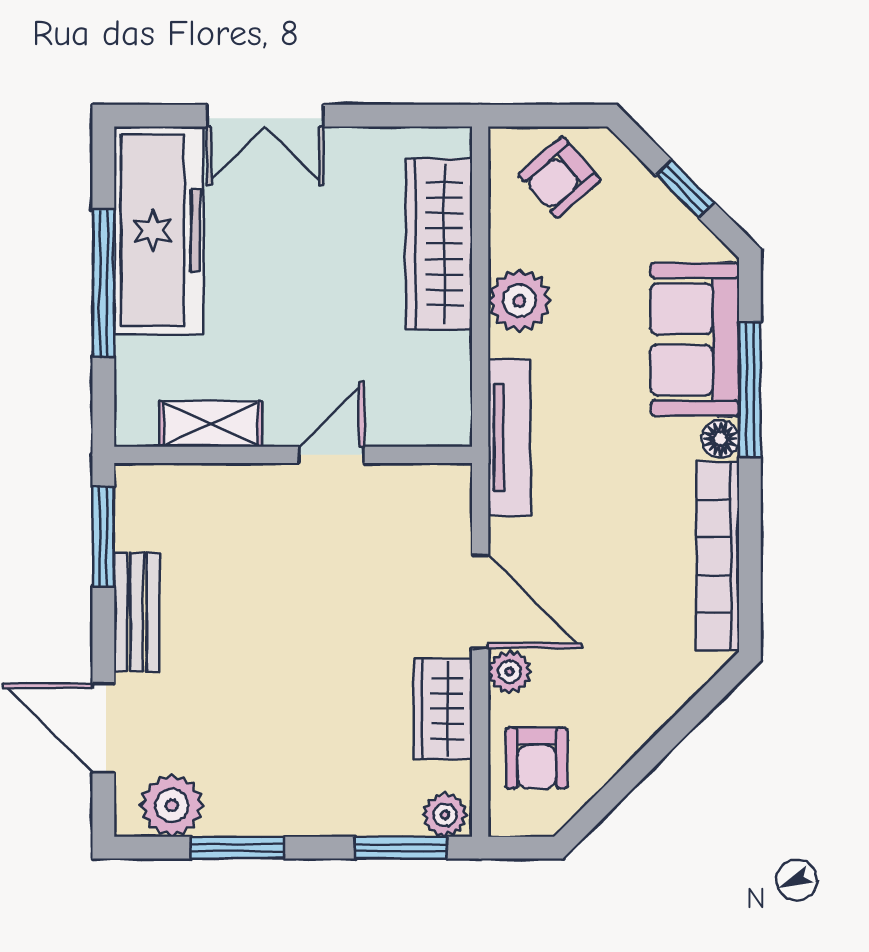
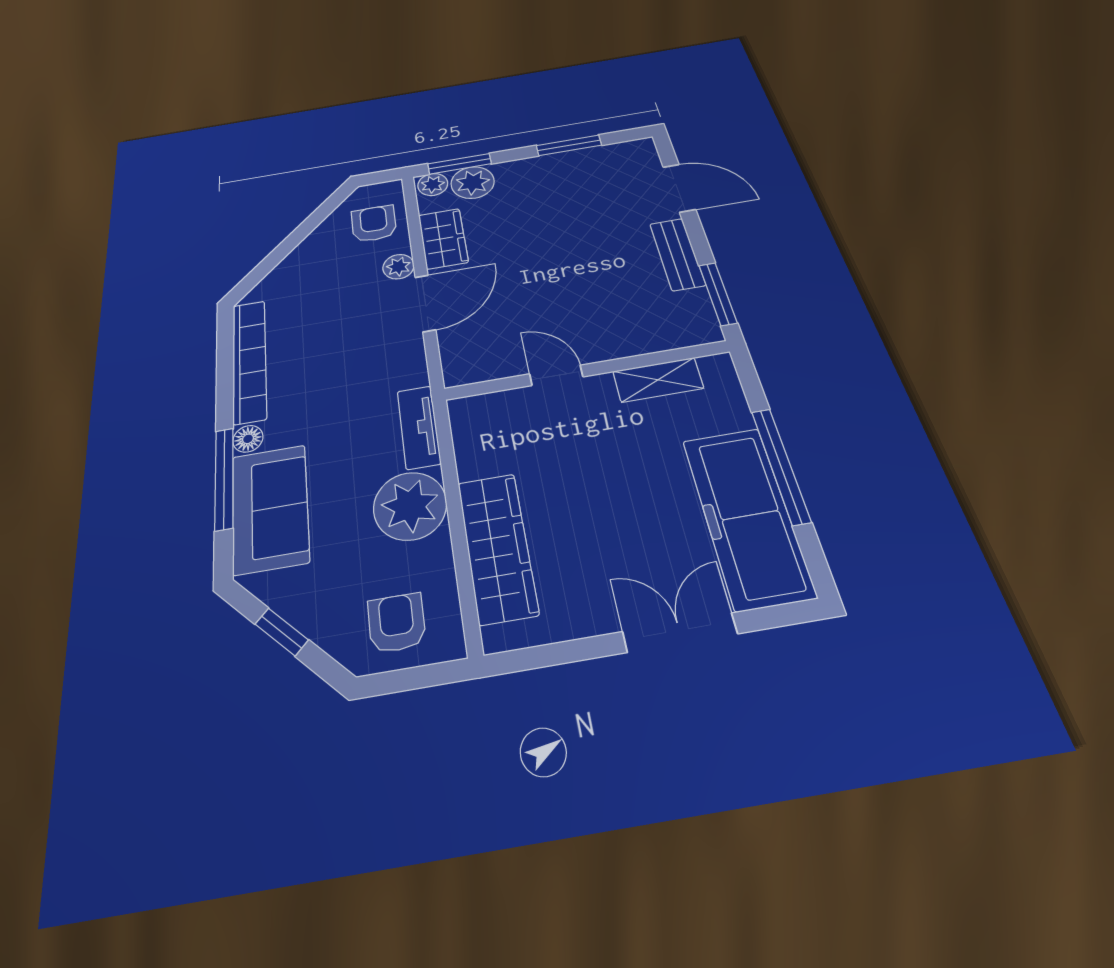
armchair: (560, 177) -> (397, 623), turned -49
plant: (519, 301) -> (410, 506), width x1.36, depth x1.36
tv unit: (509, 437) -> (419, 427), width x0.71
door: (331, 455) -> (556, 375), swing flipped
door: (480, 602) -> (425, 303), swing flipped
plant: (172, 806) -> (473, 183), moved

